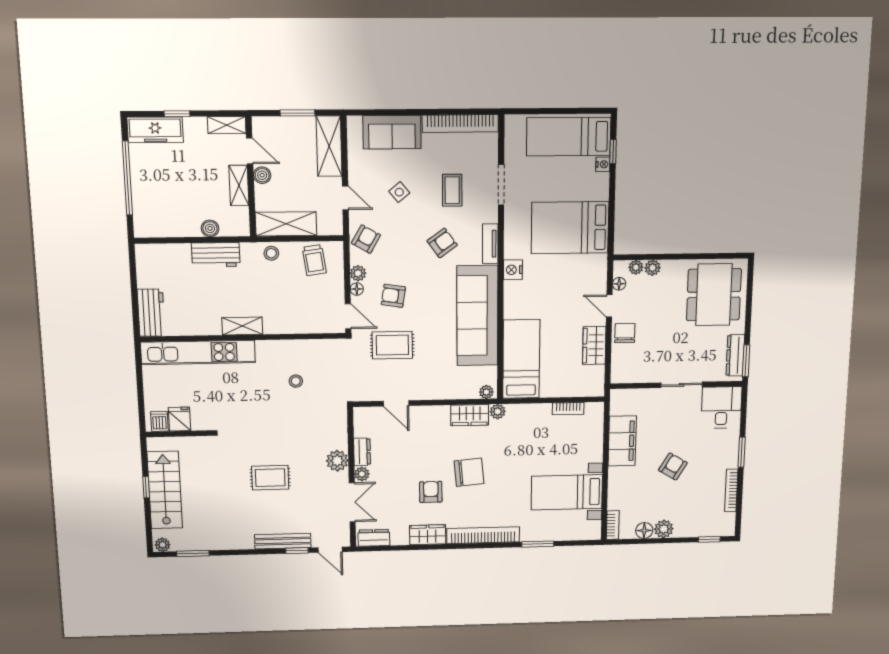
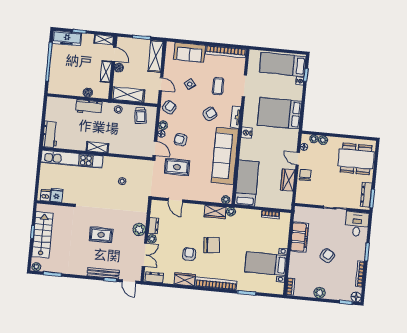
dining table: (714, 295) -> (356, 159), turned 90
floor lamp: (644, 530) -> (356, 297), moved

